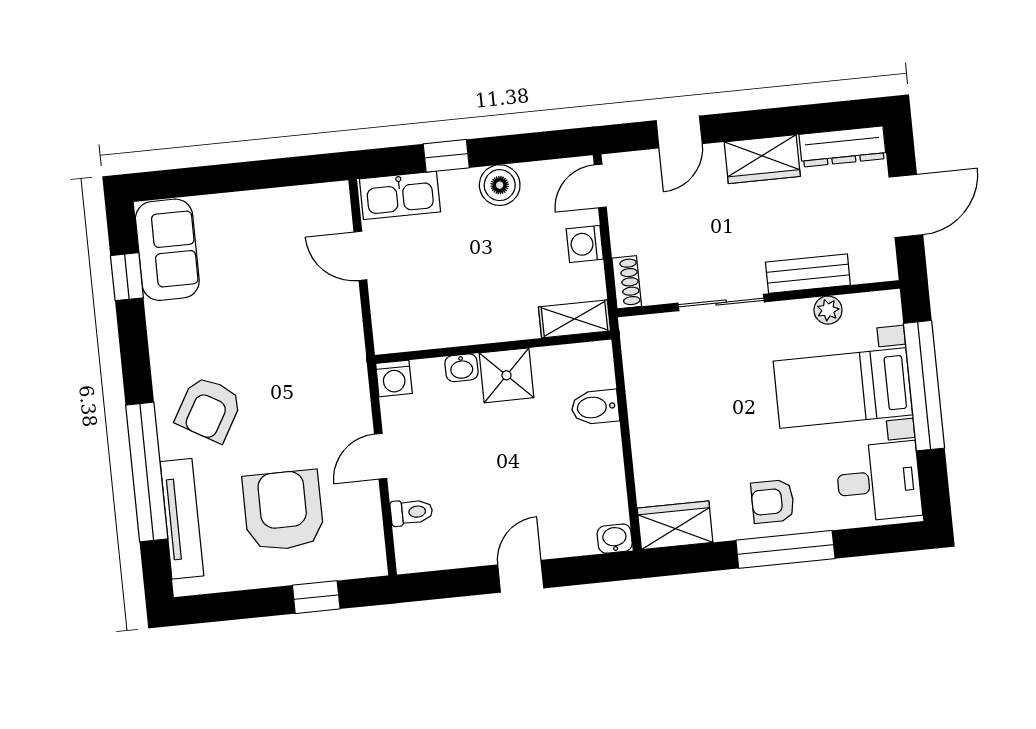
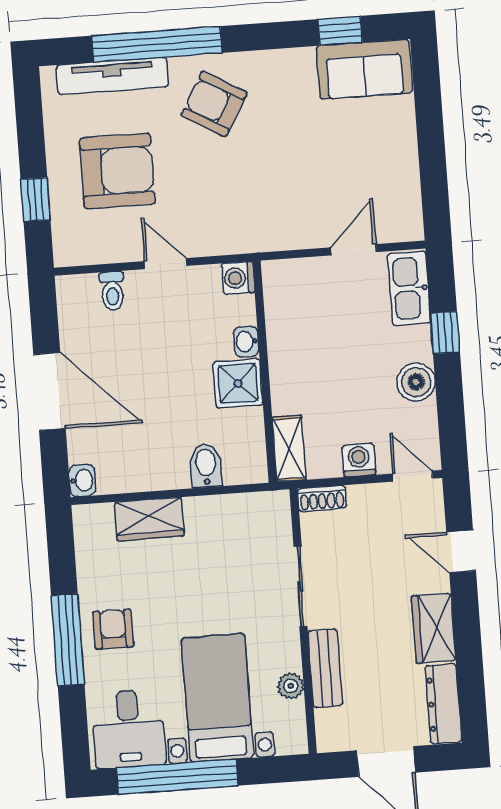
window: (924, 386) -> (177, 777), moved
wardrobe: (675, 525) -> (149, 519), moved, turned 90
door: (521, 576) -> (50, 391), width x1.88

